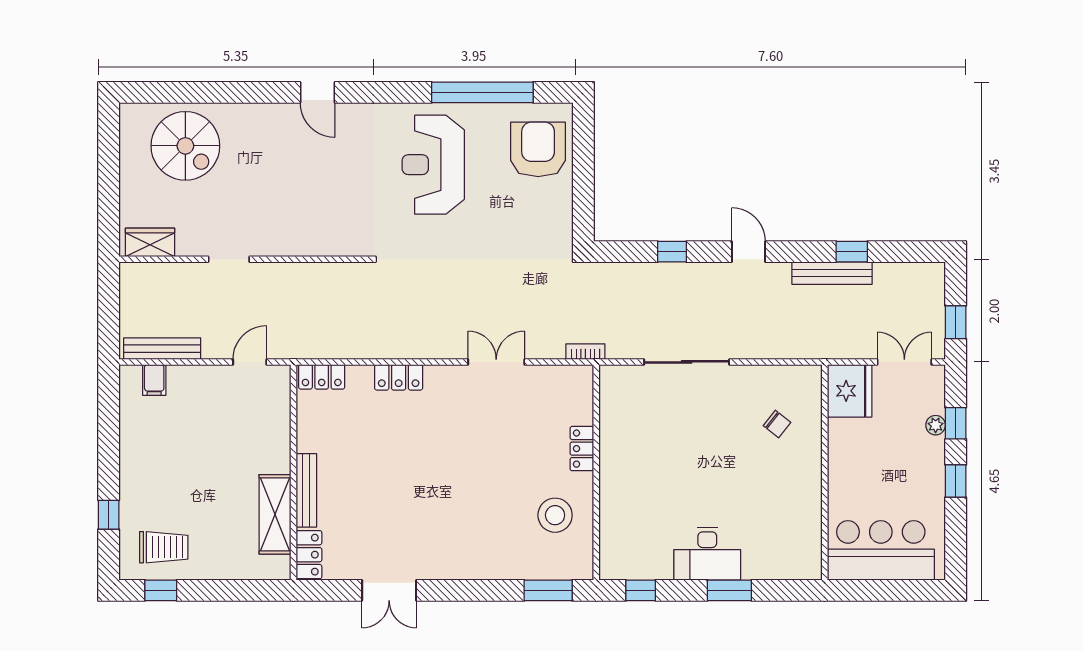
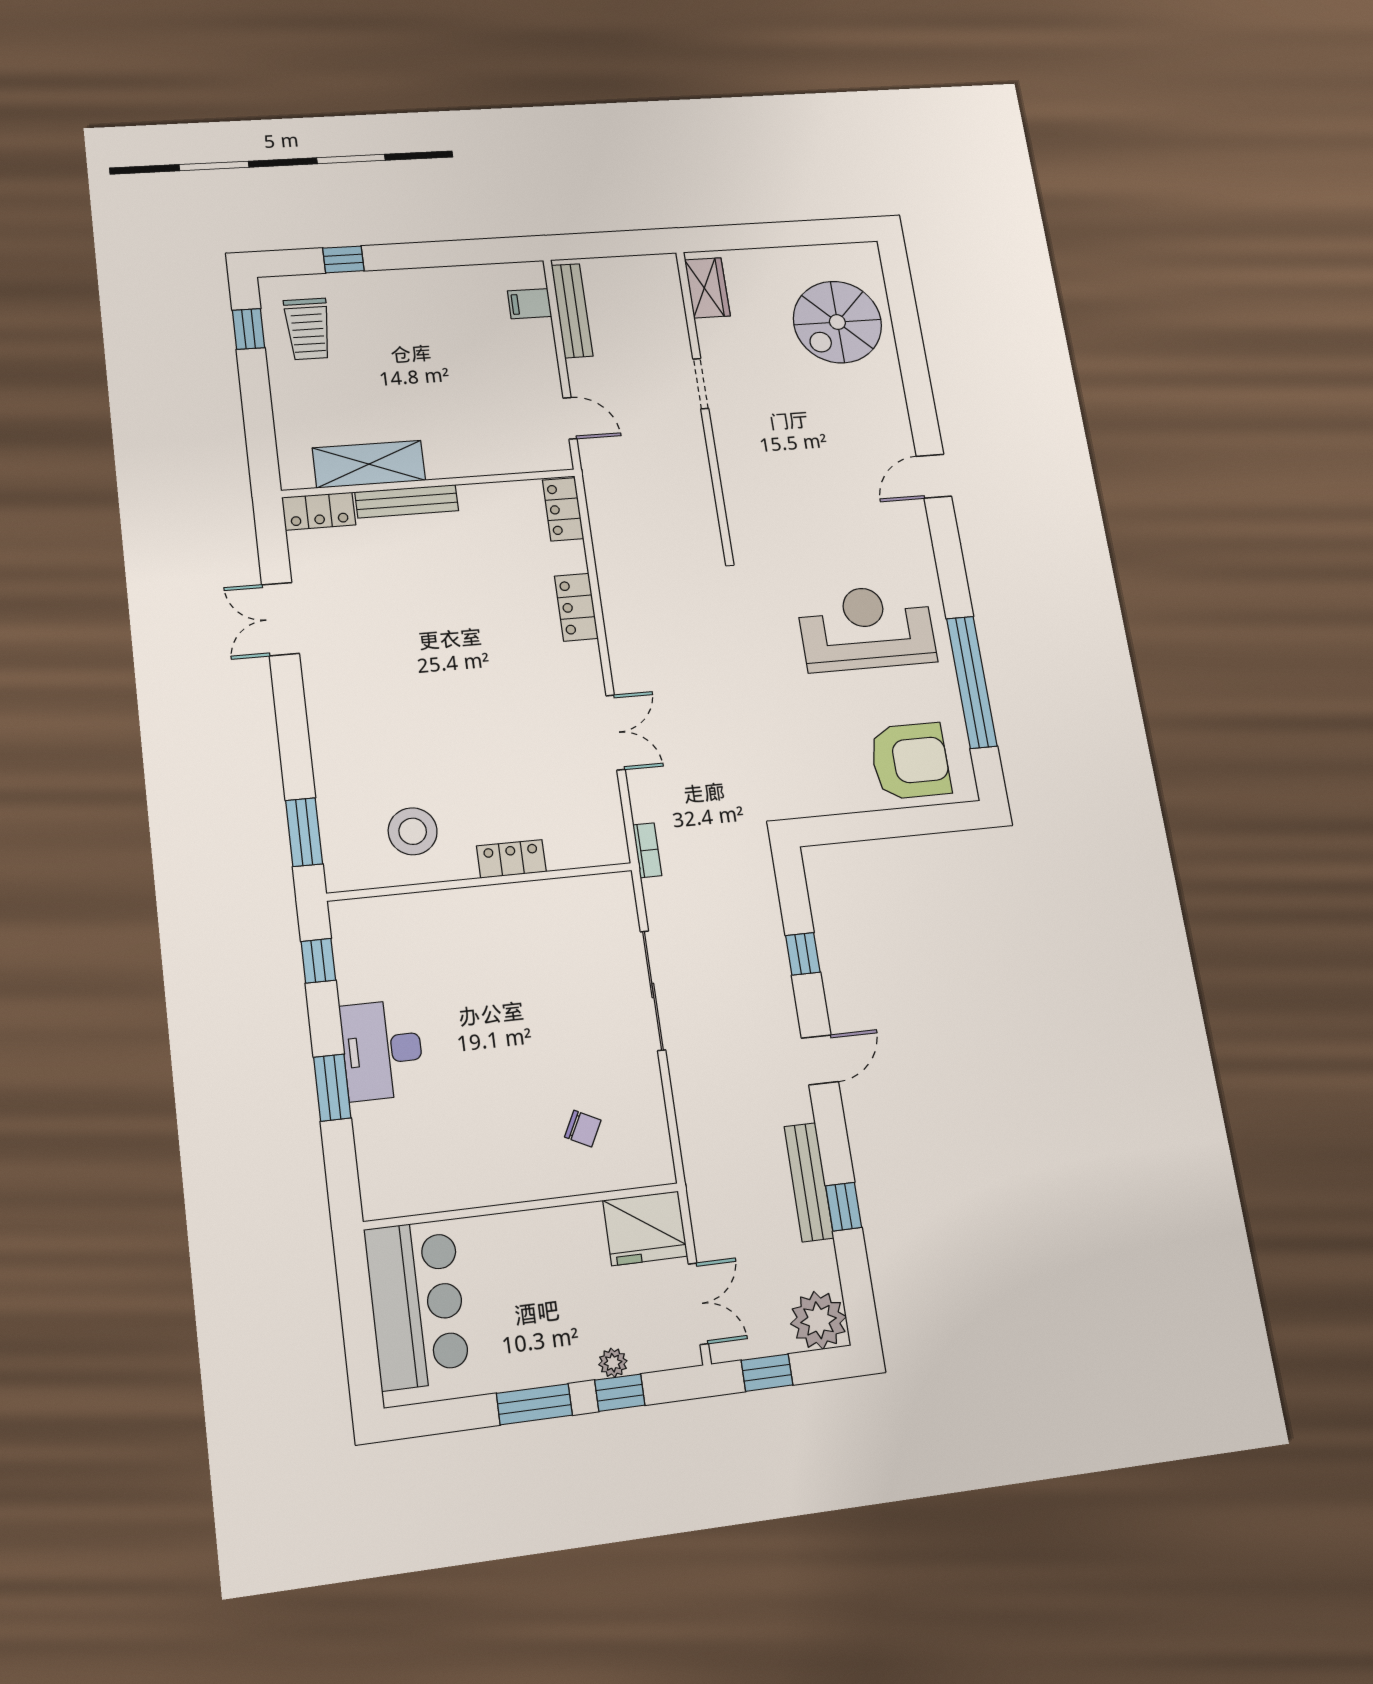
plant: (926, 281) -> (819, 1320), added
chair: (777, 424) -> (583, 1129), turned -101
window: (956, 481) -> (534, 1404), width x1.50

